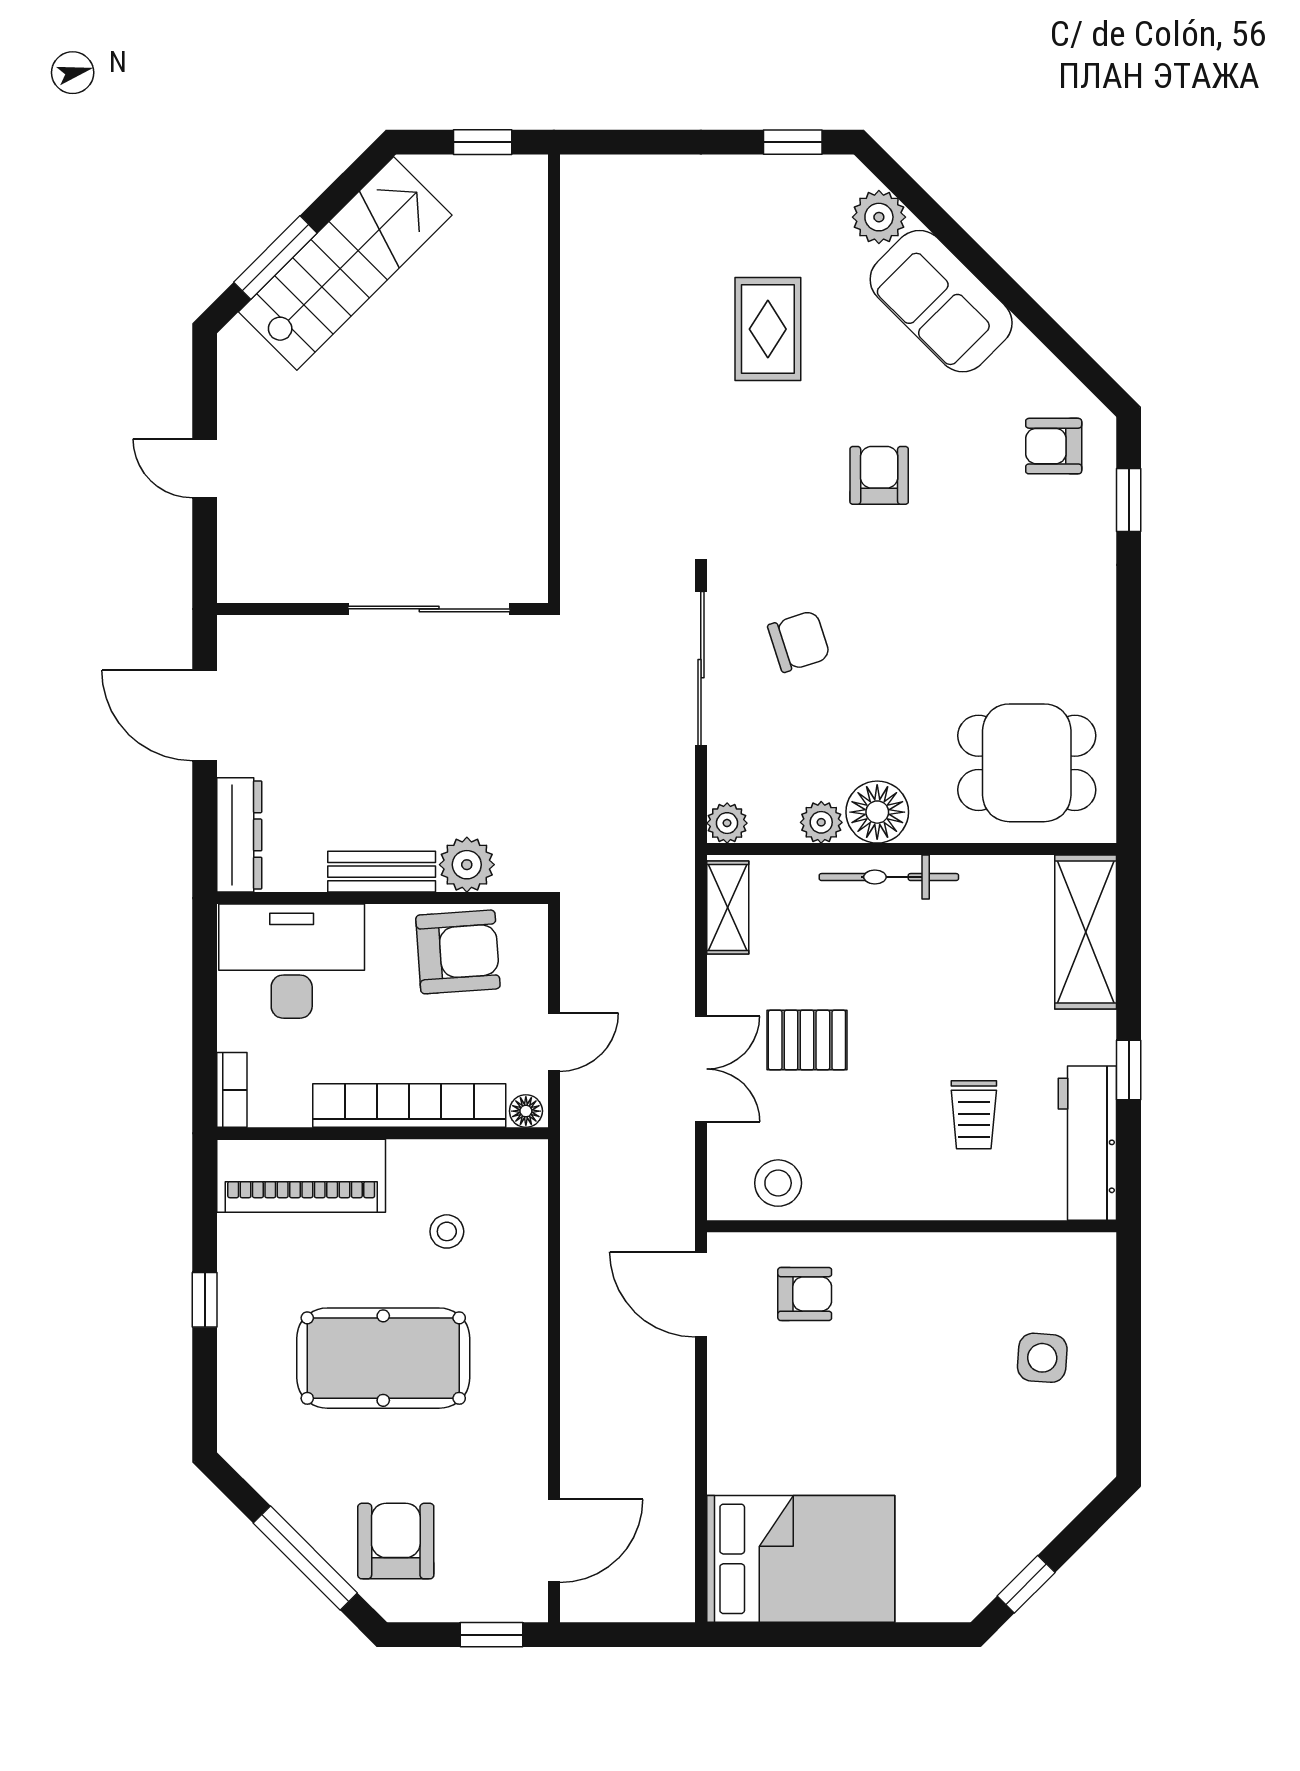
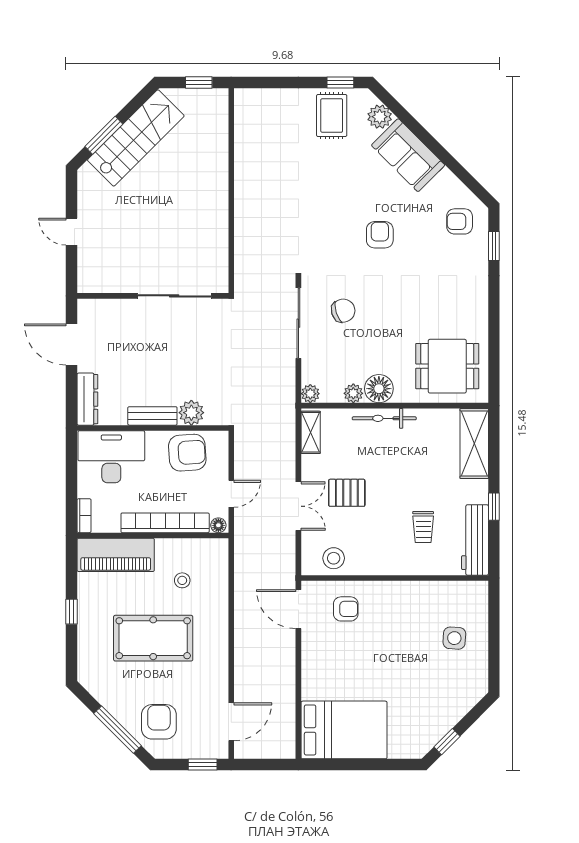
rug: (768, 329) -> (332, 115), moved

